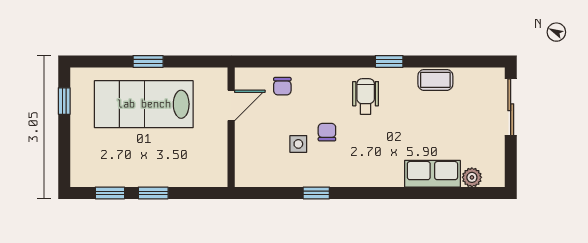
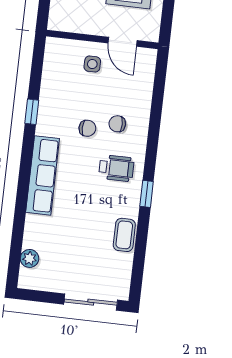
chair: (282, 86) -> (117, 124), moved
side table: (298, 144) -> (92, 64), moved
row of seats: (432, 174) -> (43, 175), moved, width x1.48

